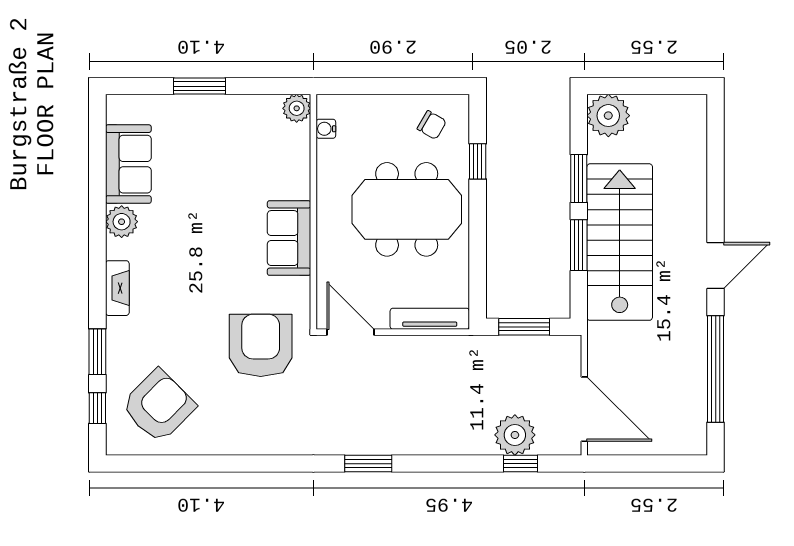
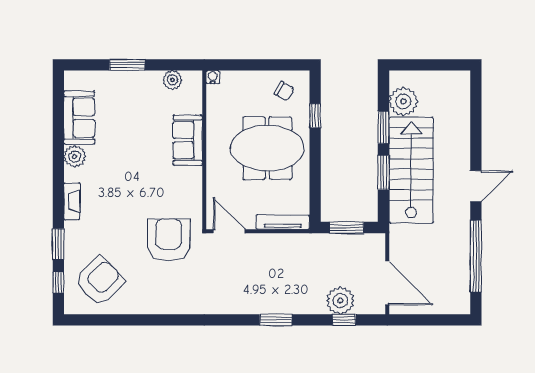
plant: (297, 108) -> (173, 80), moved
plant: (608, 116) -> (403, 101), moved
water cooler: (326, 129) -> (213, 77), moved, turned 90
sofa: (289, 238) -> (188, 140), moved
window: (368, 464) -> (276, 320), moved

